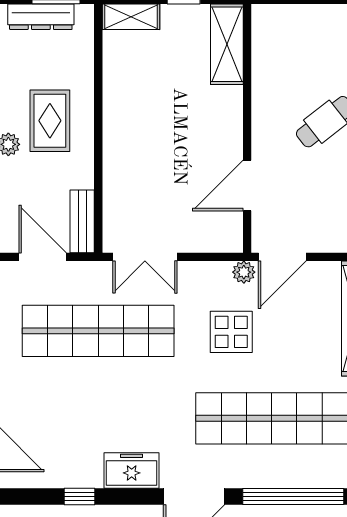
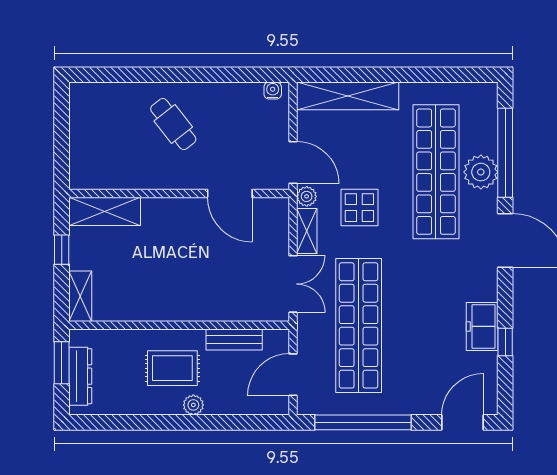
bench: (82, 221) -> (234, 340), moved
shelving: (205, 272) -> (307, 231), added
plant: (271, 469) -> (481, 172), added
freezer: (132, 470) -> (482, 326), moved

